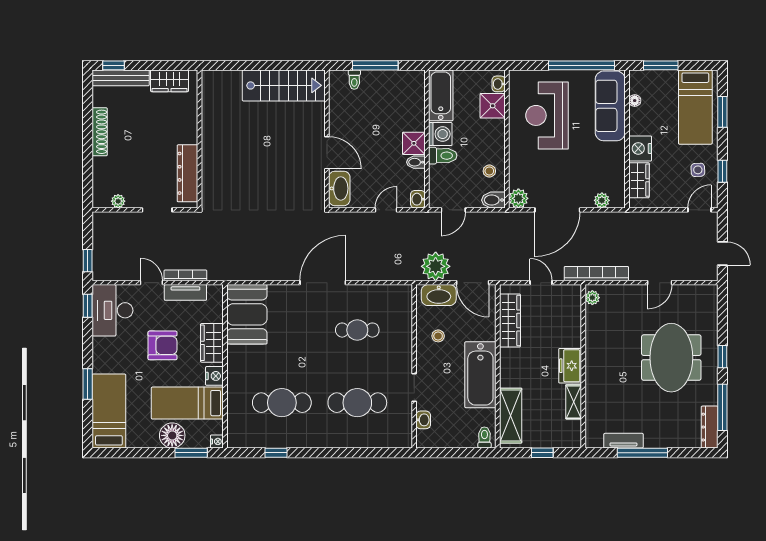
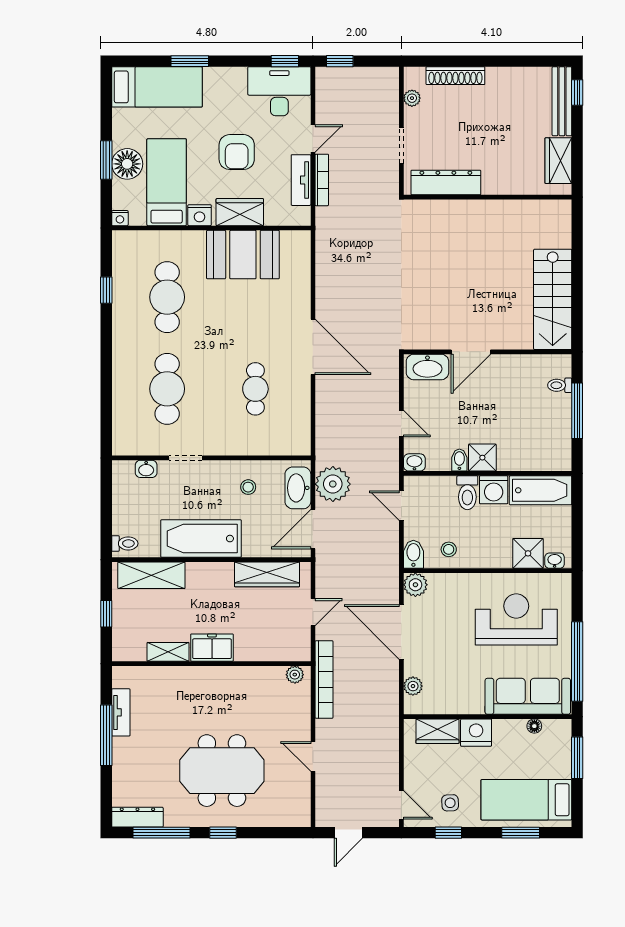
shoe rack: (100, 132) -> (455, 76), moved
booth: (247, 314) -> (243, 255), moved
window: (191, 453) -> (106, 160), moved

